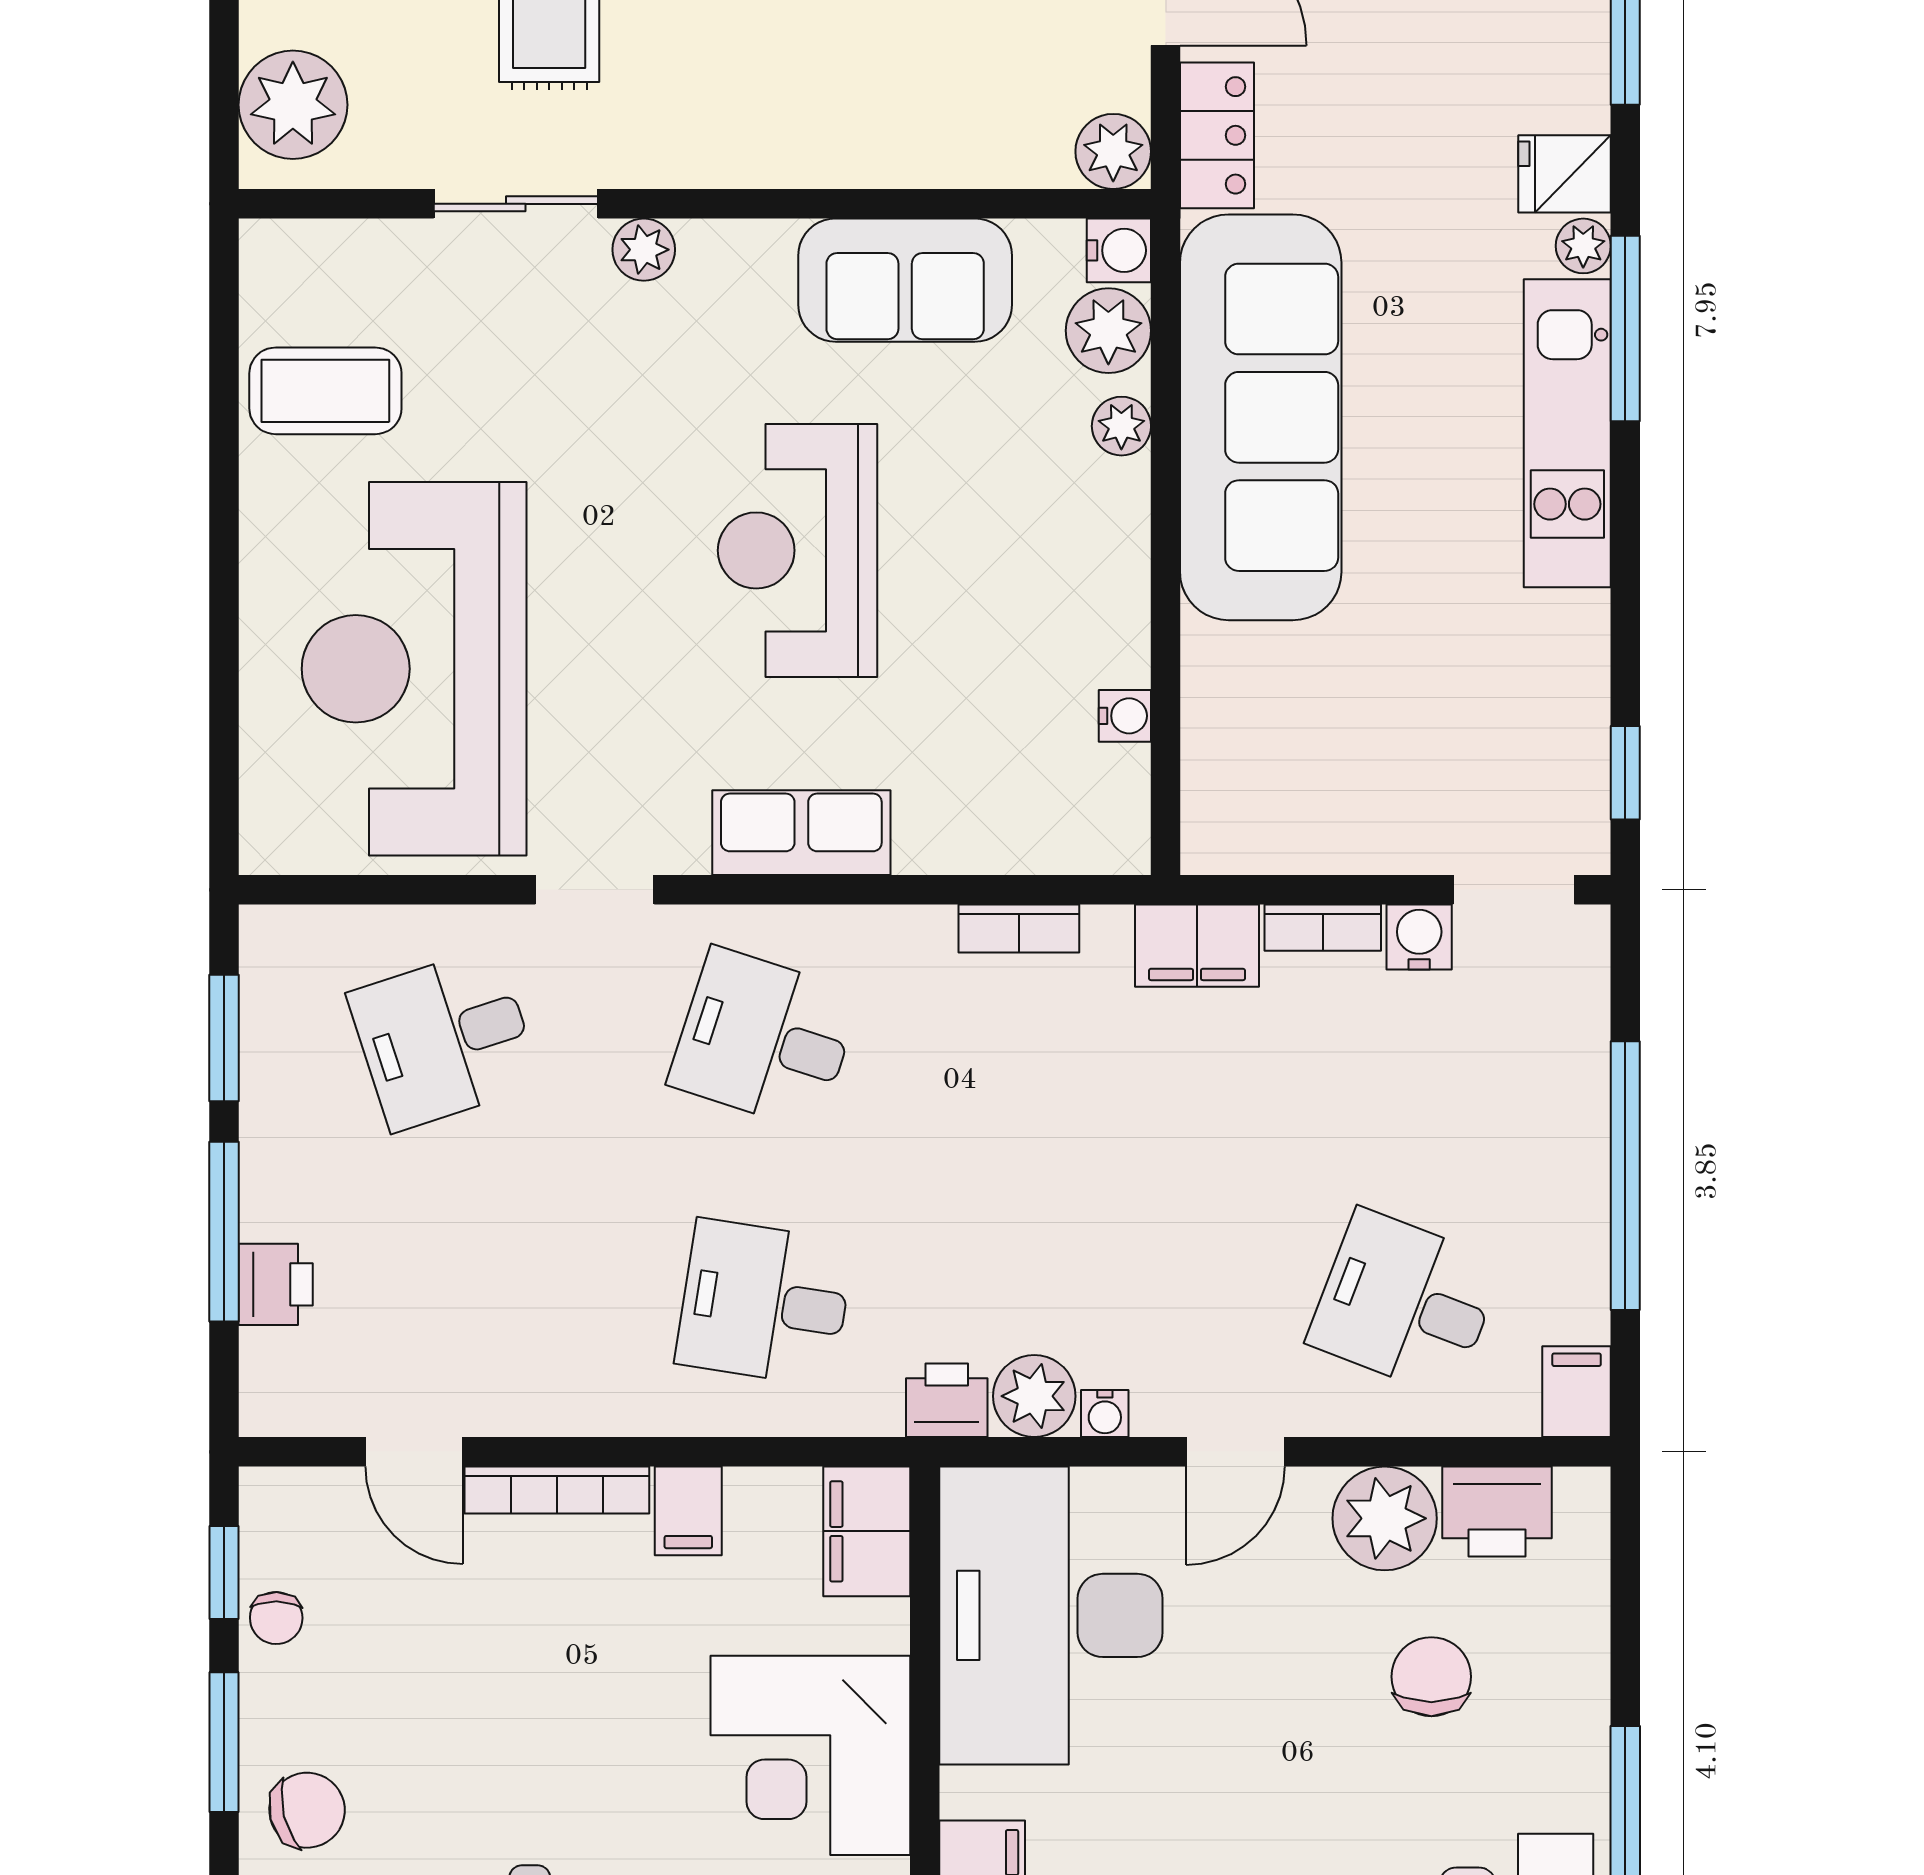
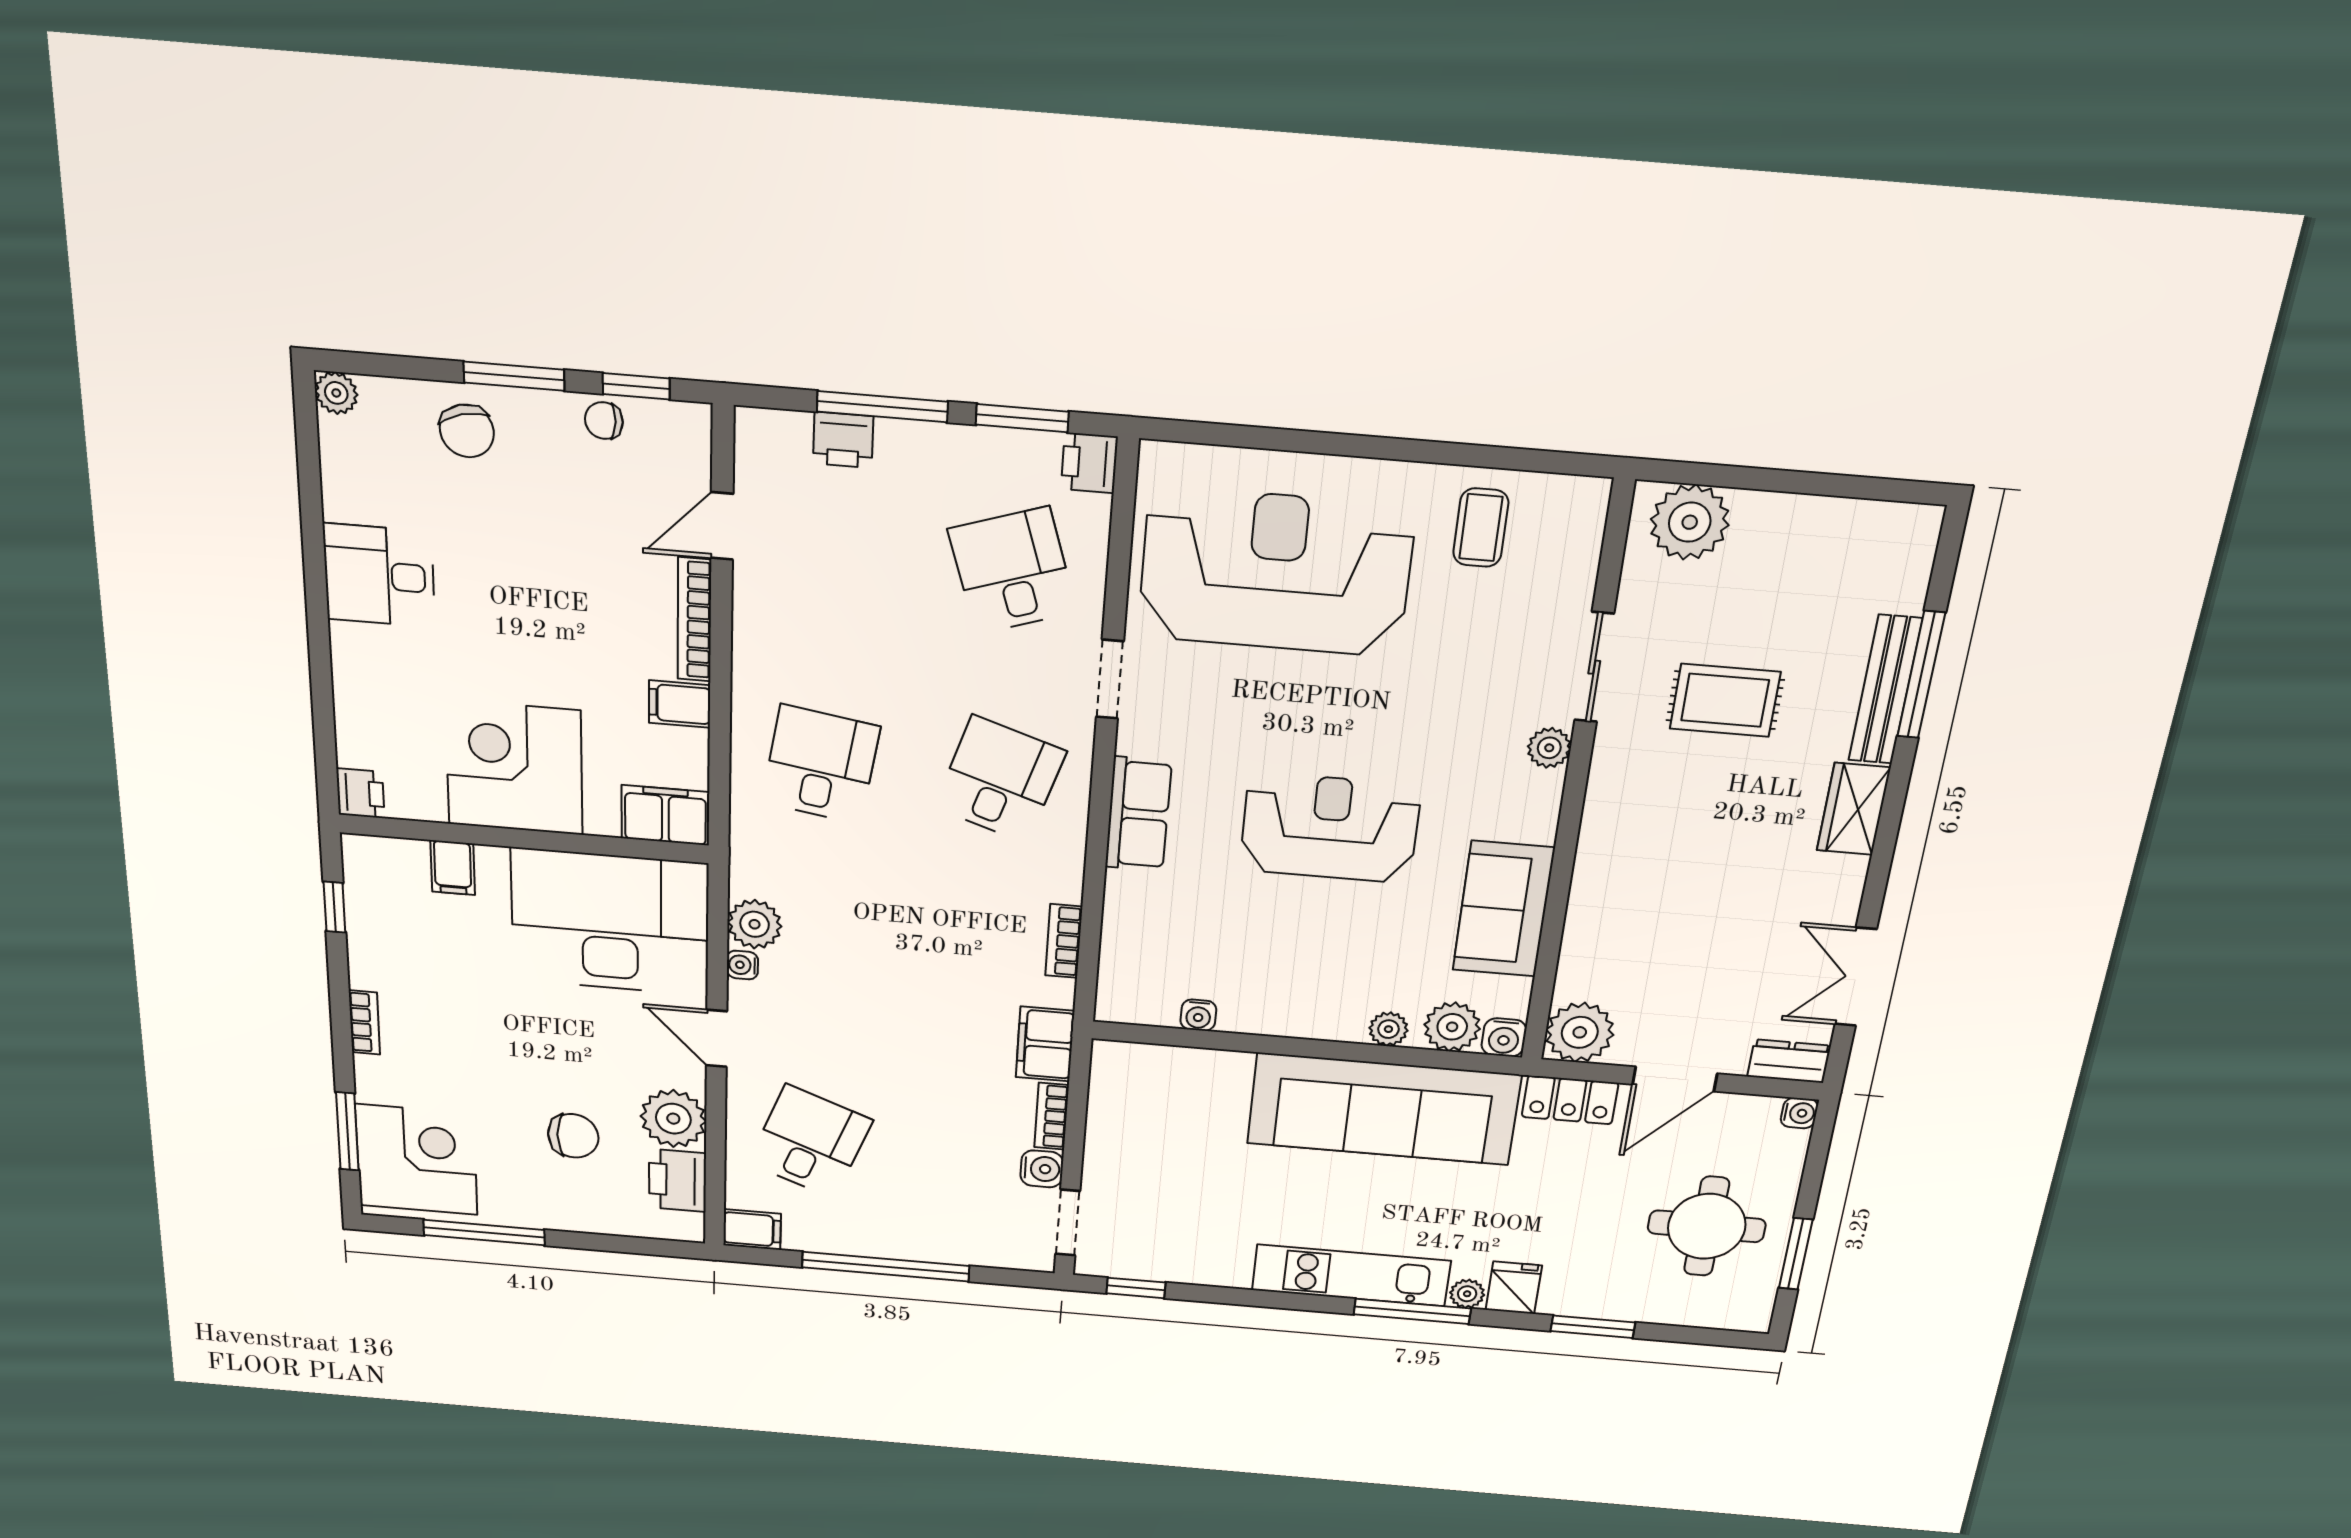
plant: (1113, 151) -> (1580, 1032), width x1.36, depth x1.36
coffee table: (325, 391) -> (1481, 528), width x0.73, depth x0.77
printer: (947, 1400) -> (1089, 463), moved, turned 180

